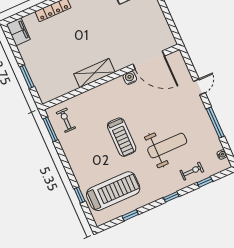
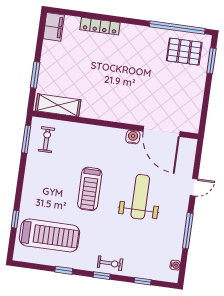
shelving: (94, 73) -> (58, 105), moved
weight bench: (167, 146) -> (140, 197), moved, turned -90
exercise bike: (192, 171) -> (110, 263), moved
window: (130, 215) -> (64, 270), moved

